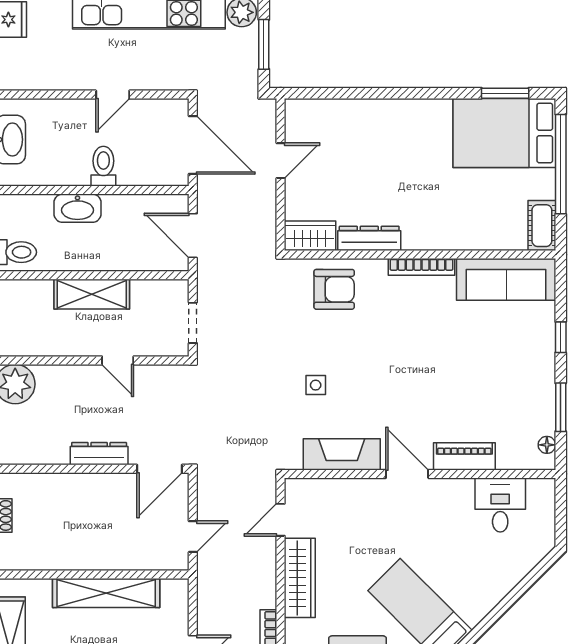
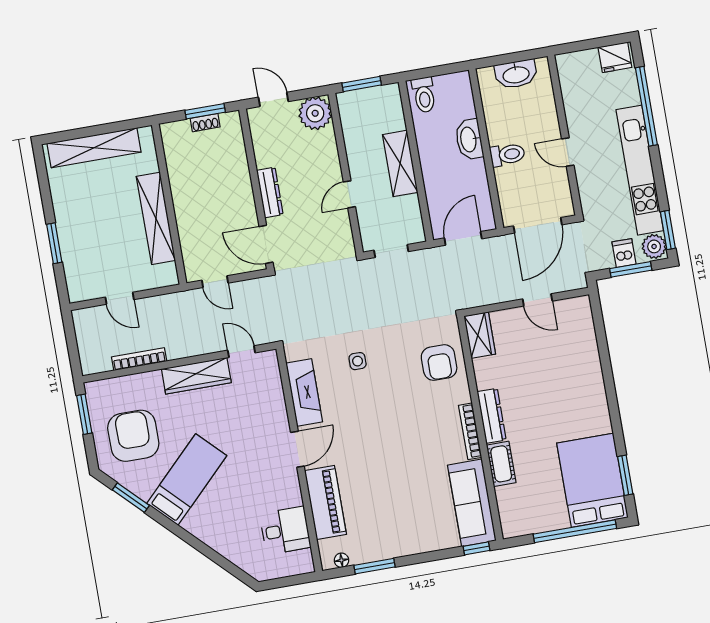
dishwasher: (243, 49) -> (624, 253), added
cot: (542, 226) -> (501, 464), moved, turned 90
dresser: (369, 238) -> (492, 416), moved
window: (561, 337) -> (477, 548), moved
piano: (464, 456) -> (325, 502), width x1.37, depth x1.33

